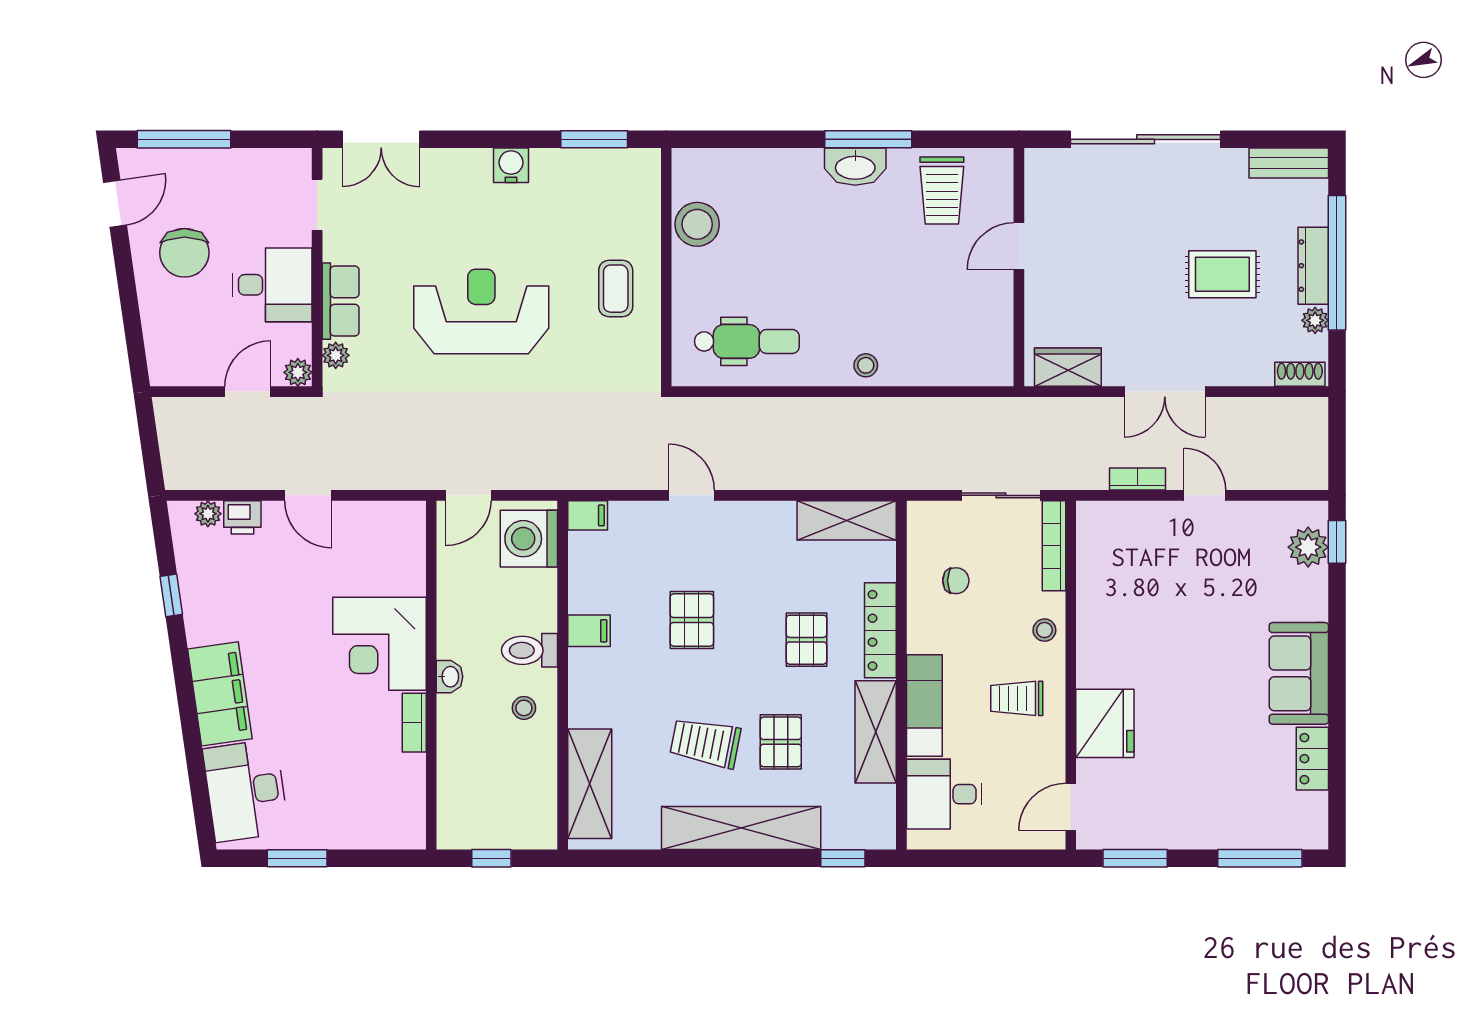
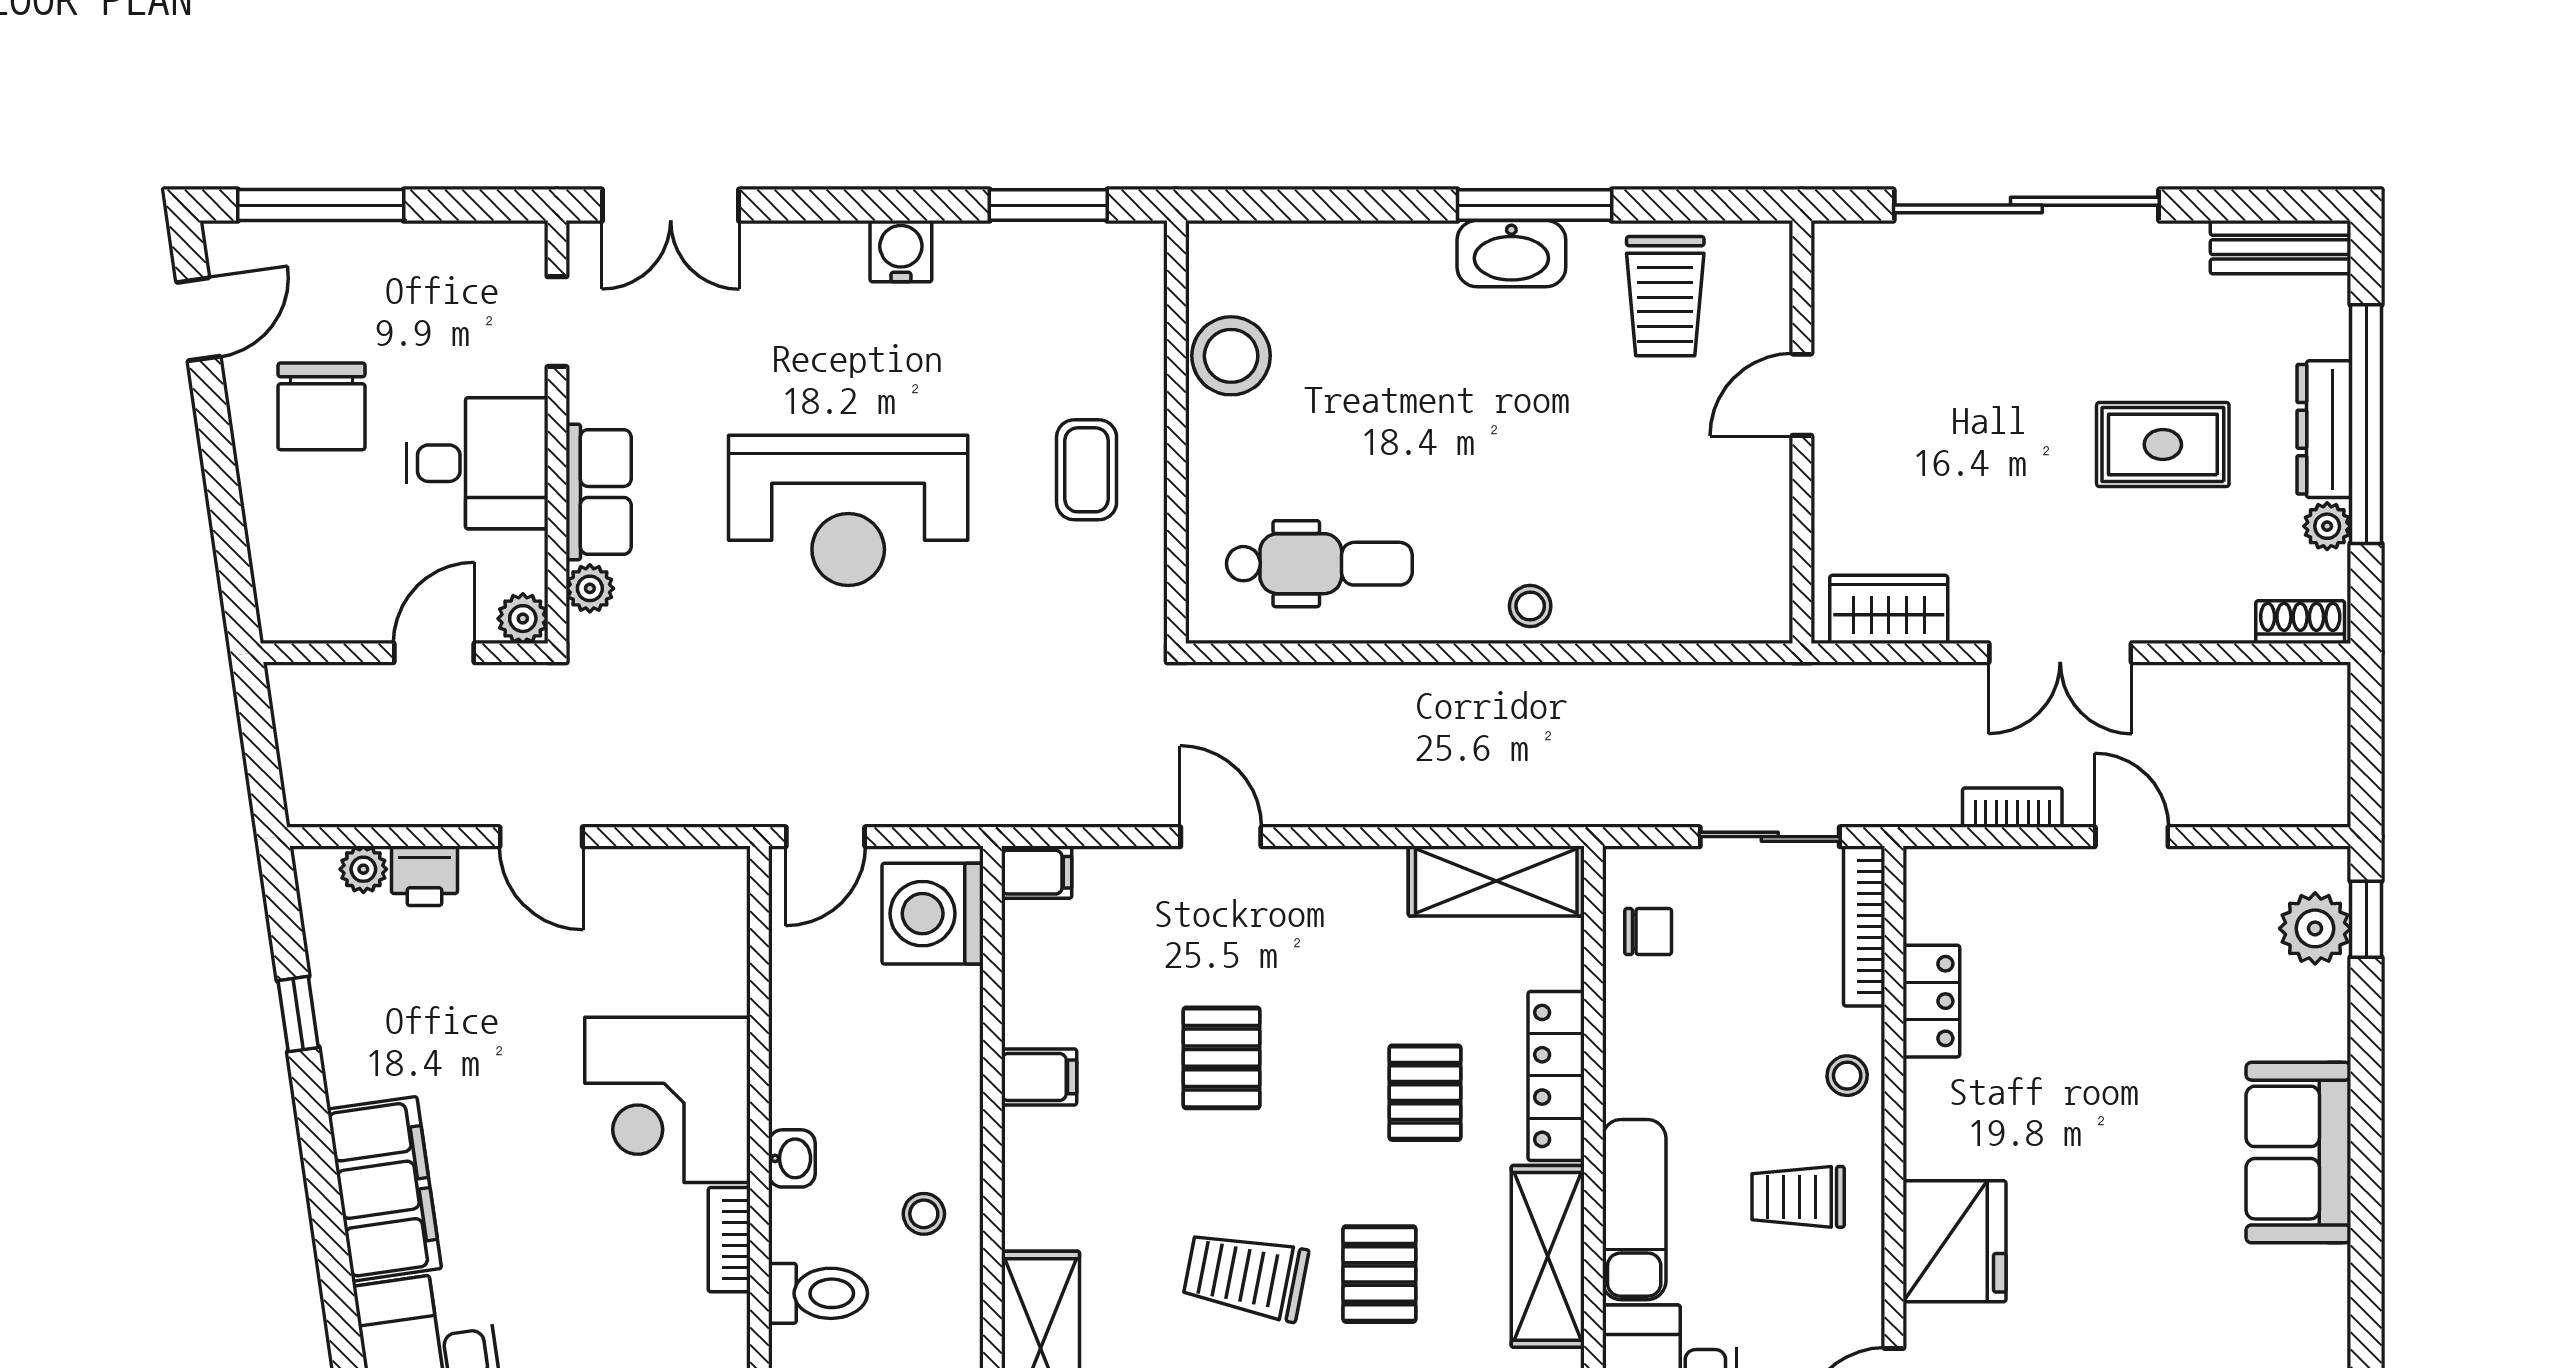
reception desk: (481, 311) -> (848, 510), turned 180
chair: (956, 581) -> (1648, 932), moved
toilet: (530, 650) -> (818, 1293), moved, turned 180
locker: (1312, 759) -> (1931, 1001), moved, turned 180

